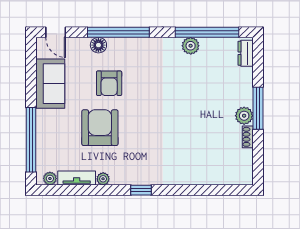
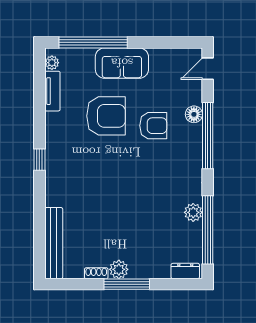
armchair: (109, 83) -> (153, 126), turned 180
sofa: (50, 84) -> (122, 63), moved
bench: (219, 177) -> (54, 243), added
plant: (103, 179) -> (52, 119), removed

